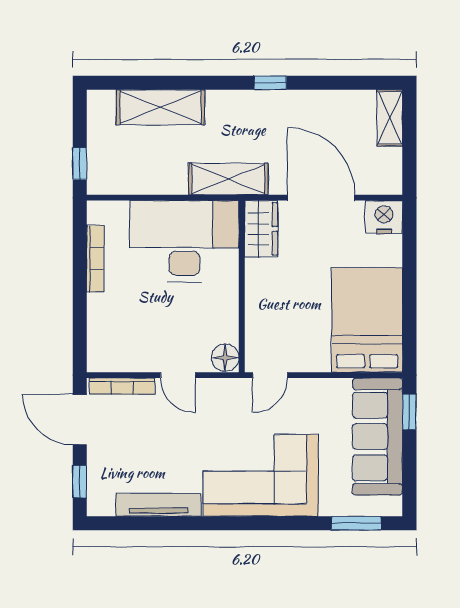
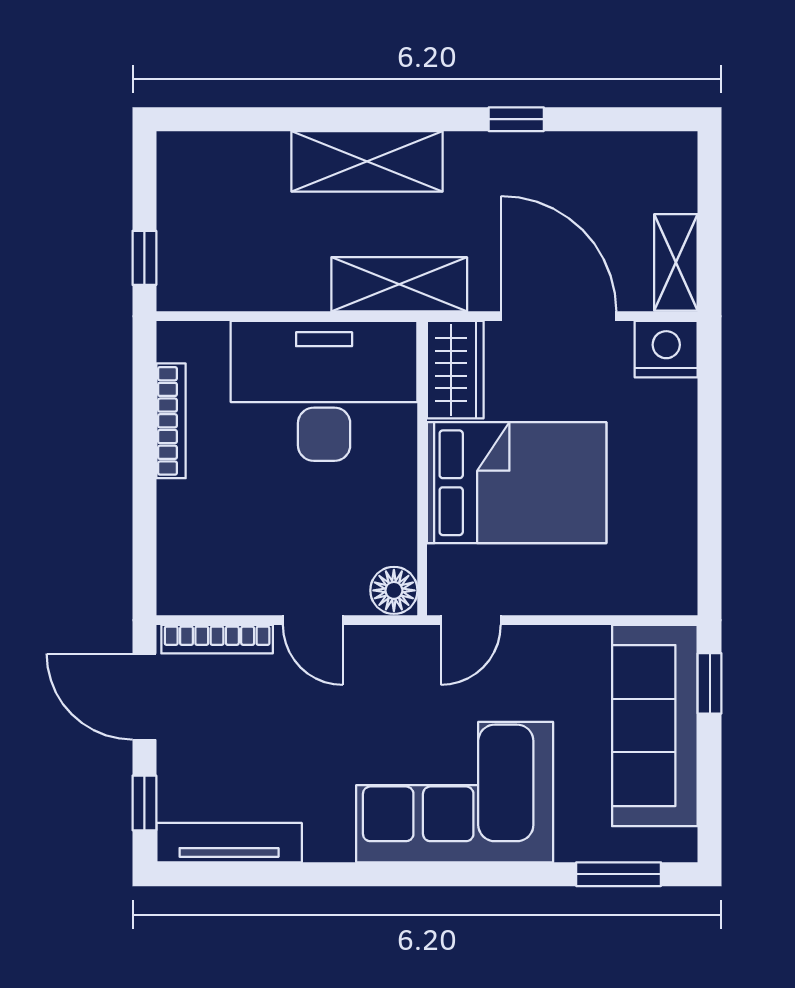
window: (270, 83) -> (516, 119), moved
shelving: (160, 107) -> (367, 161), moved
shelving: (390, 118) -> (676, 262), moved
bed: (367, 320) -> (517, 483), moved, turned 90
tv unit: (159, 505) -> (229, 843), moved

